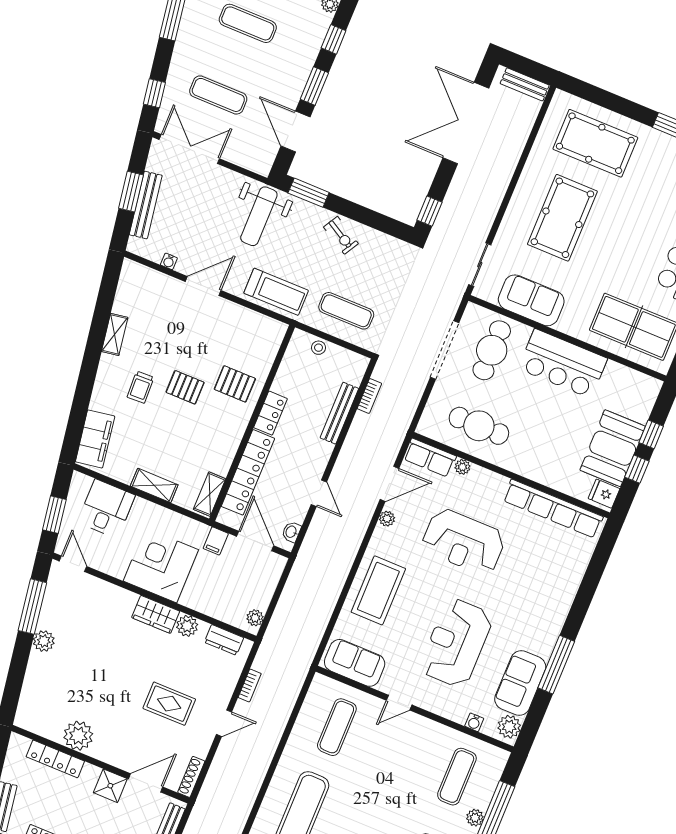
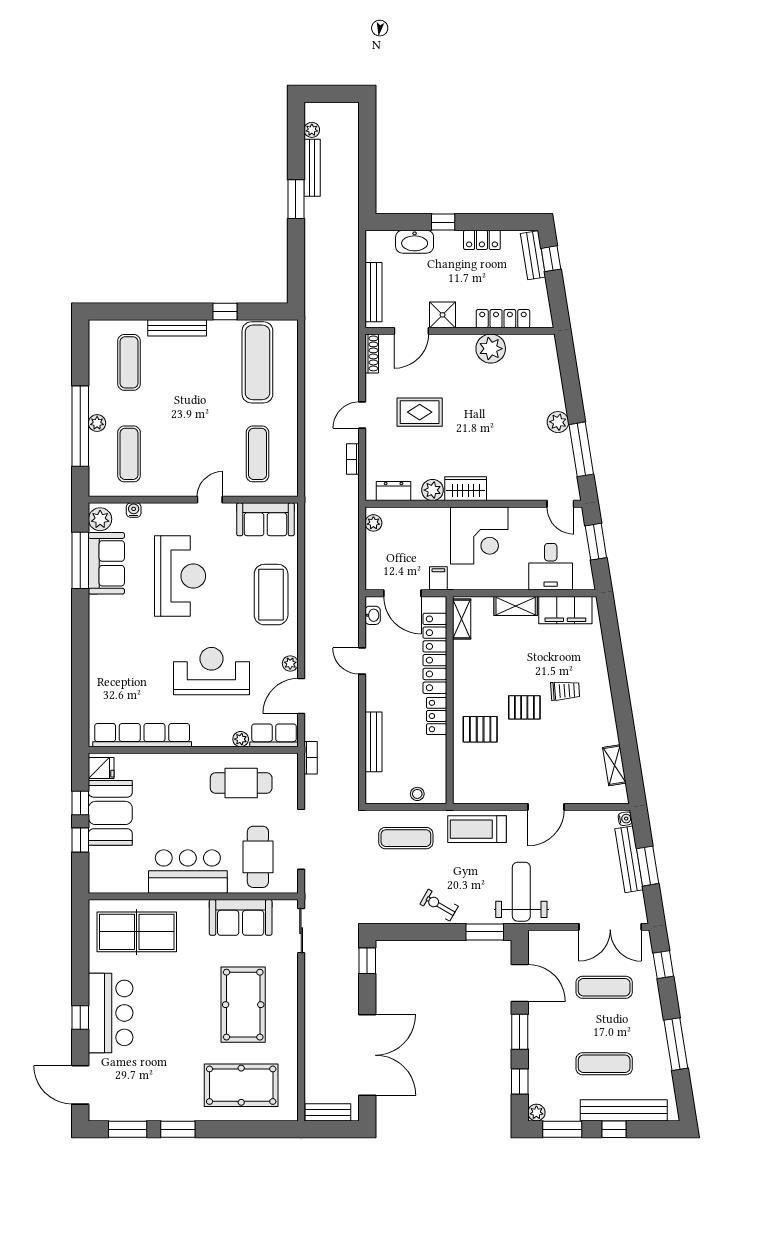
water cooler: (169, 261) -> (625, 819), moved, turned 81
shelving: (115, 334) -> (614, 765), moved
trolley: (141, 387) -> (565, 691), turned 88
bookcase: (369, 396) -> (311, 758), moved, turned 180
filing cabinet: (95, 439) -> (565, 610), moved, turned -81
window: (556, 665) -> (80, 560), moved

